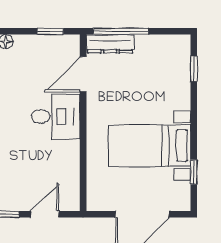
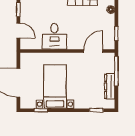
dresser: (110, 44) -> (110, 86), moved
door: (83, 74) -> (93, 51), hinge flipped
desk: (56, 117) -> (54, 36), moved

